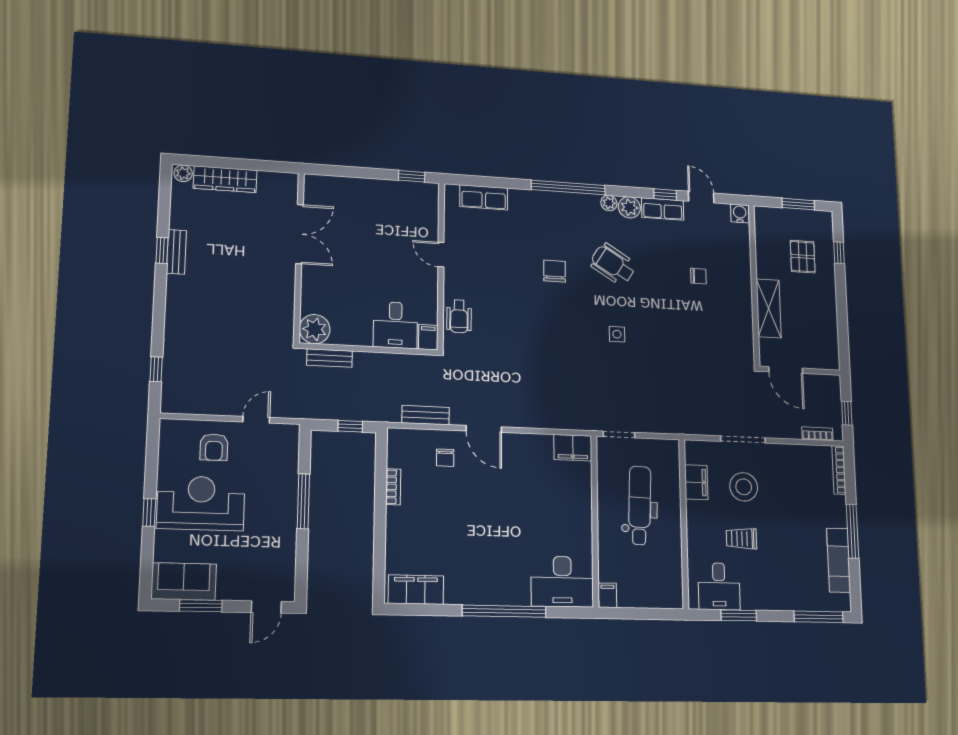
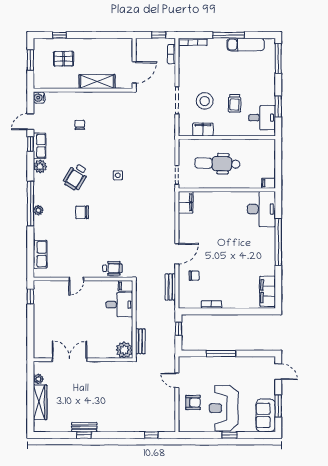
plant: (183, 173) -> (38, 379), moved
plant: (609, 203) -> (38, 210), moved

